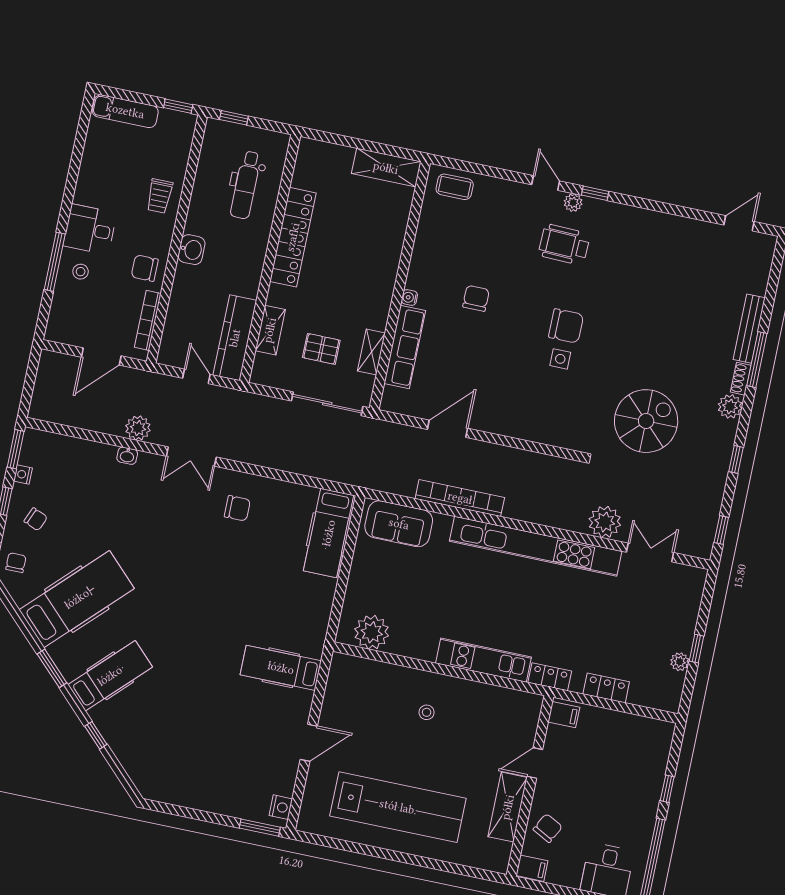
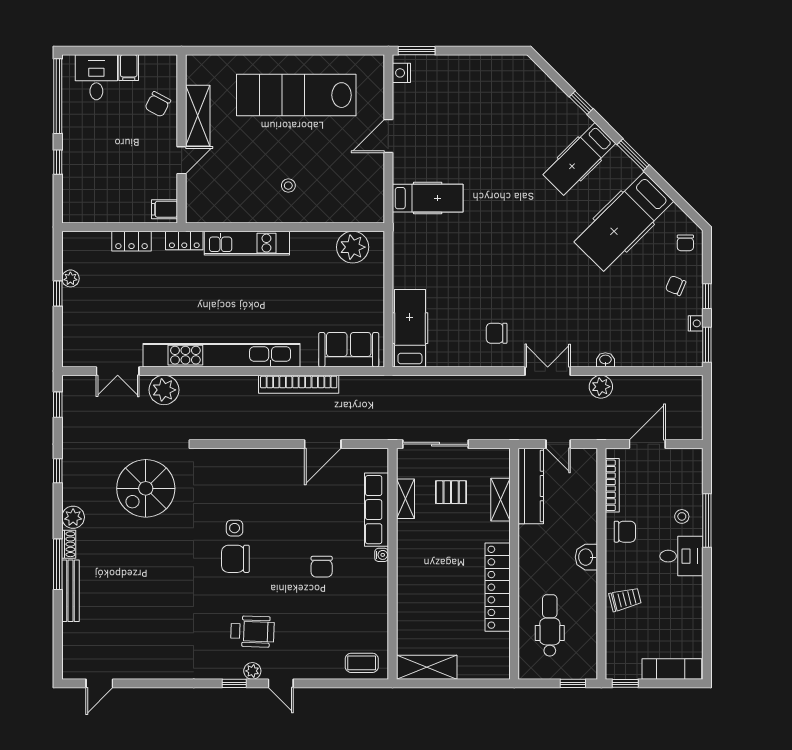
trolley: (160, 196) -> (625, 599), turned 76
filing cabinet: (532, 868) -> (129, 68), moved, turned -90

